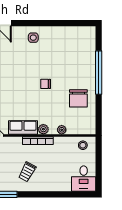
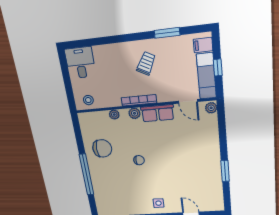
chair: (78, 98) -> (102, 148), turned 90

